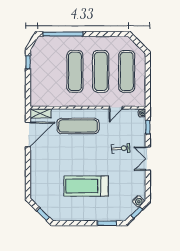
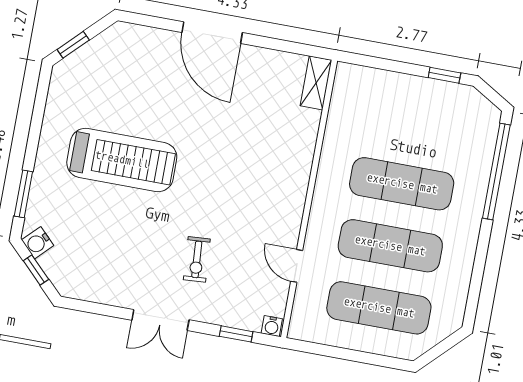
exercise mat: (78, 126) -> (269, 167), removed
door: (28, 135) -> (212, 33), moved
double door: (148, 159) -> (160, 320), swing flipped
treadmill: (86, 186) -> (122, 160), turned 90
water cooler: (138, 201) -> (38, 243), moved

